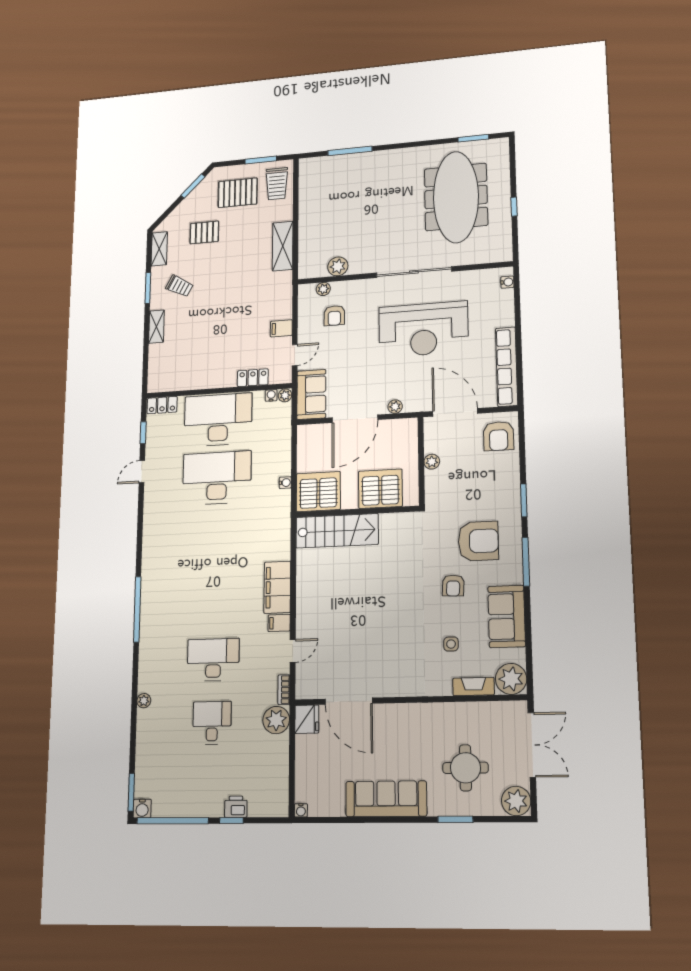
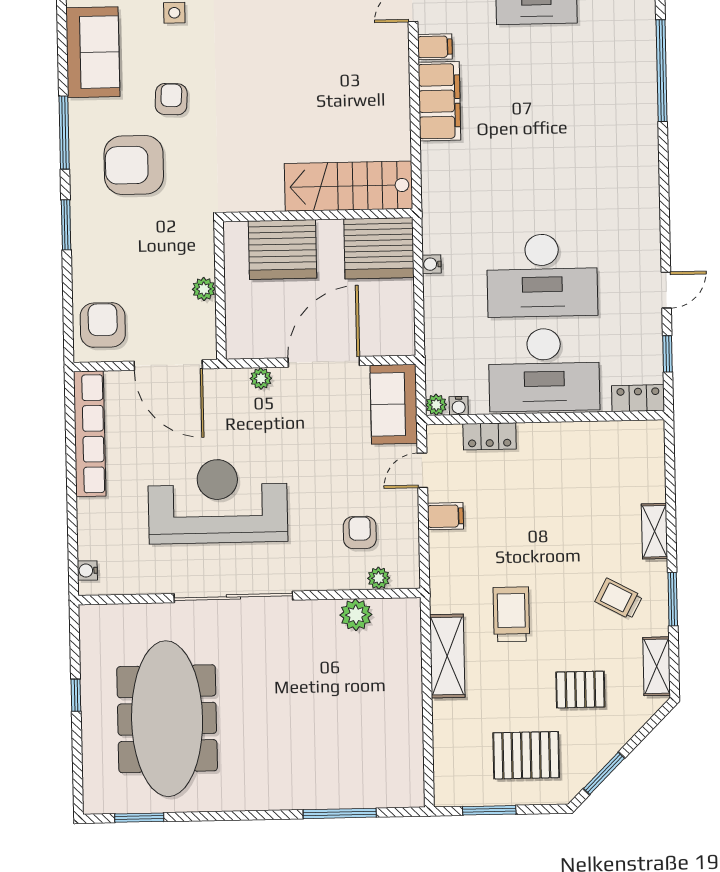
trolley: (277, 184) -> (511, 614), moved

